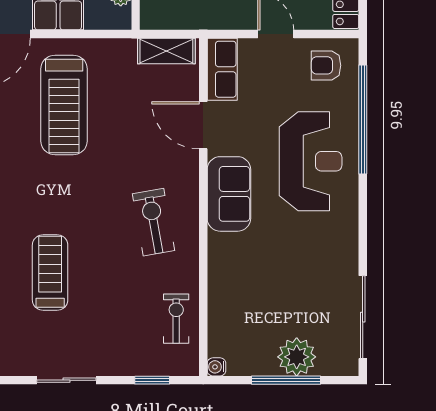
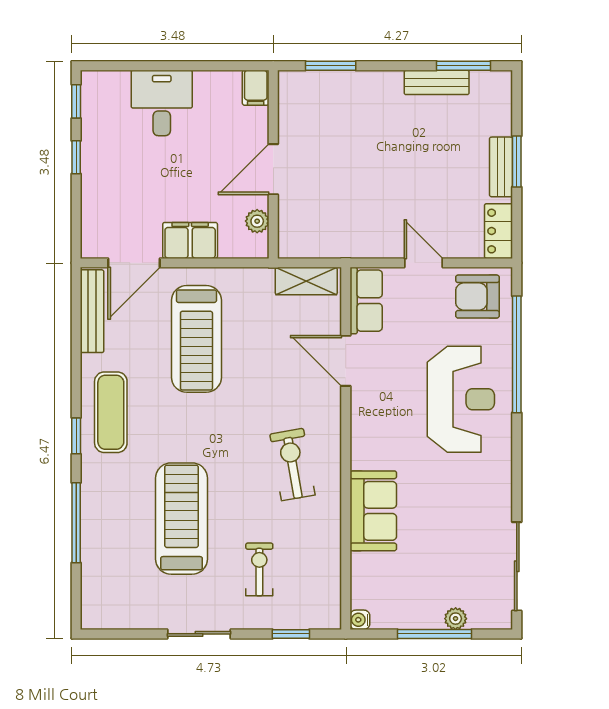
armchair: (326, 65) -> (477, 297), width x1.38, depth x1.38
sofa: (229, 194) -> (373, 511), moved
treadmill: (50, 273) -> (182, 519), width x1.37, depth x1.38
exercise bike: (176, 319) -> (259, 569), moved
plant: (297, 357) -> (456, 619), width x0.53, depth x0.53

